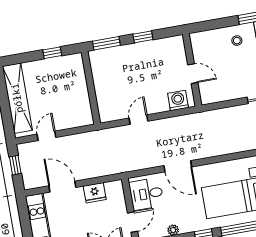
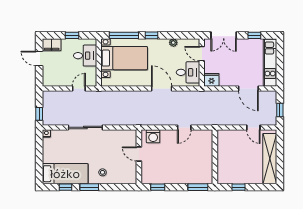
window: (143, 37) -> (158, 187), moved
door: (47, 136) -> (253, 127), hinge flipped
fridge: (95, 193) -> (211, 80), moved
door: (133, 222) -> (202, 54), hinge flipped

